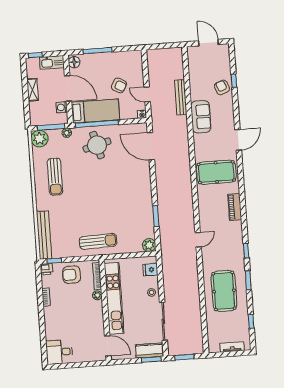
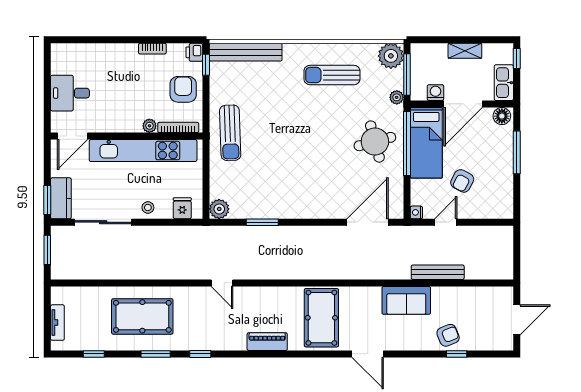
desk: (59, 352) -> (70, 93), moved, turned -90

